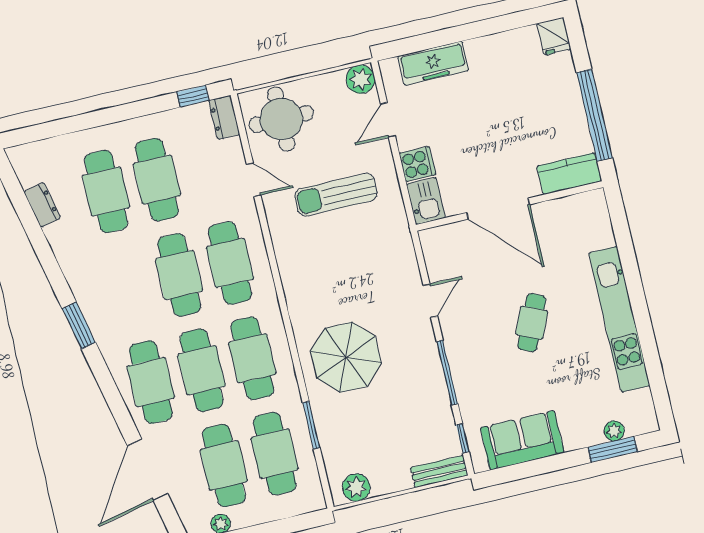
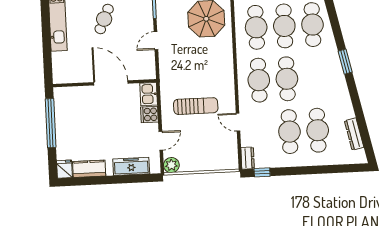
round table: (281, 119) -> (217, 152), removed
kitchen counter: (569, 174) -> (89, 169), moved, turned 180
dresser: (42, 205) -> (354, 134), width x1.44

